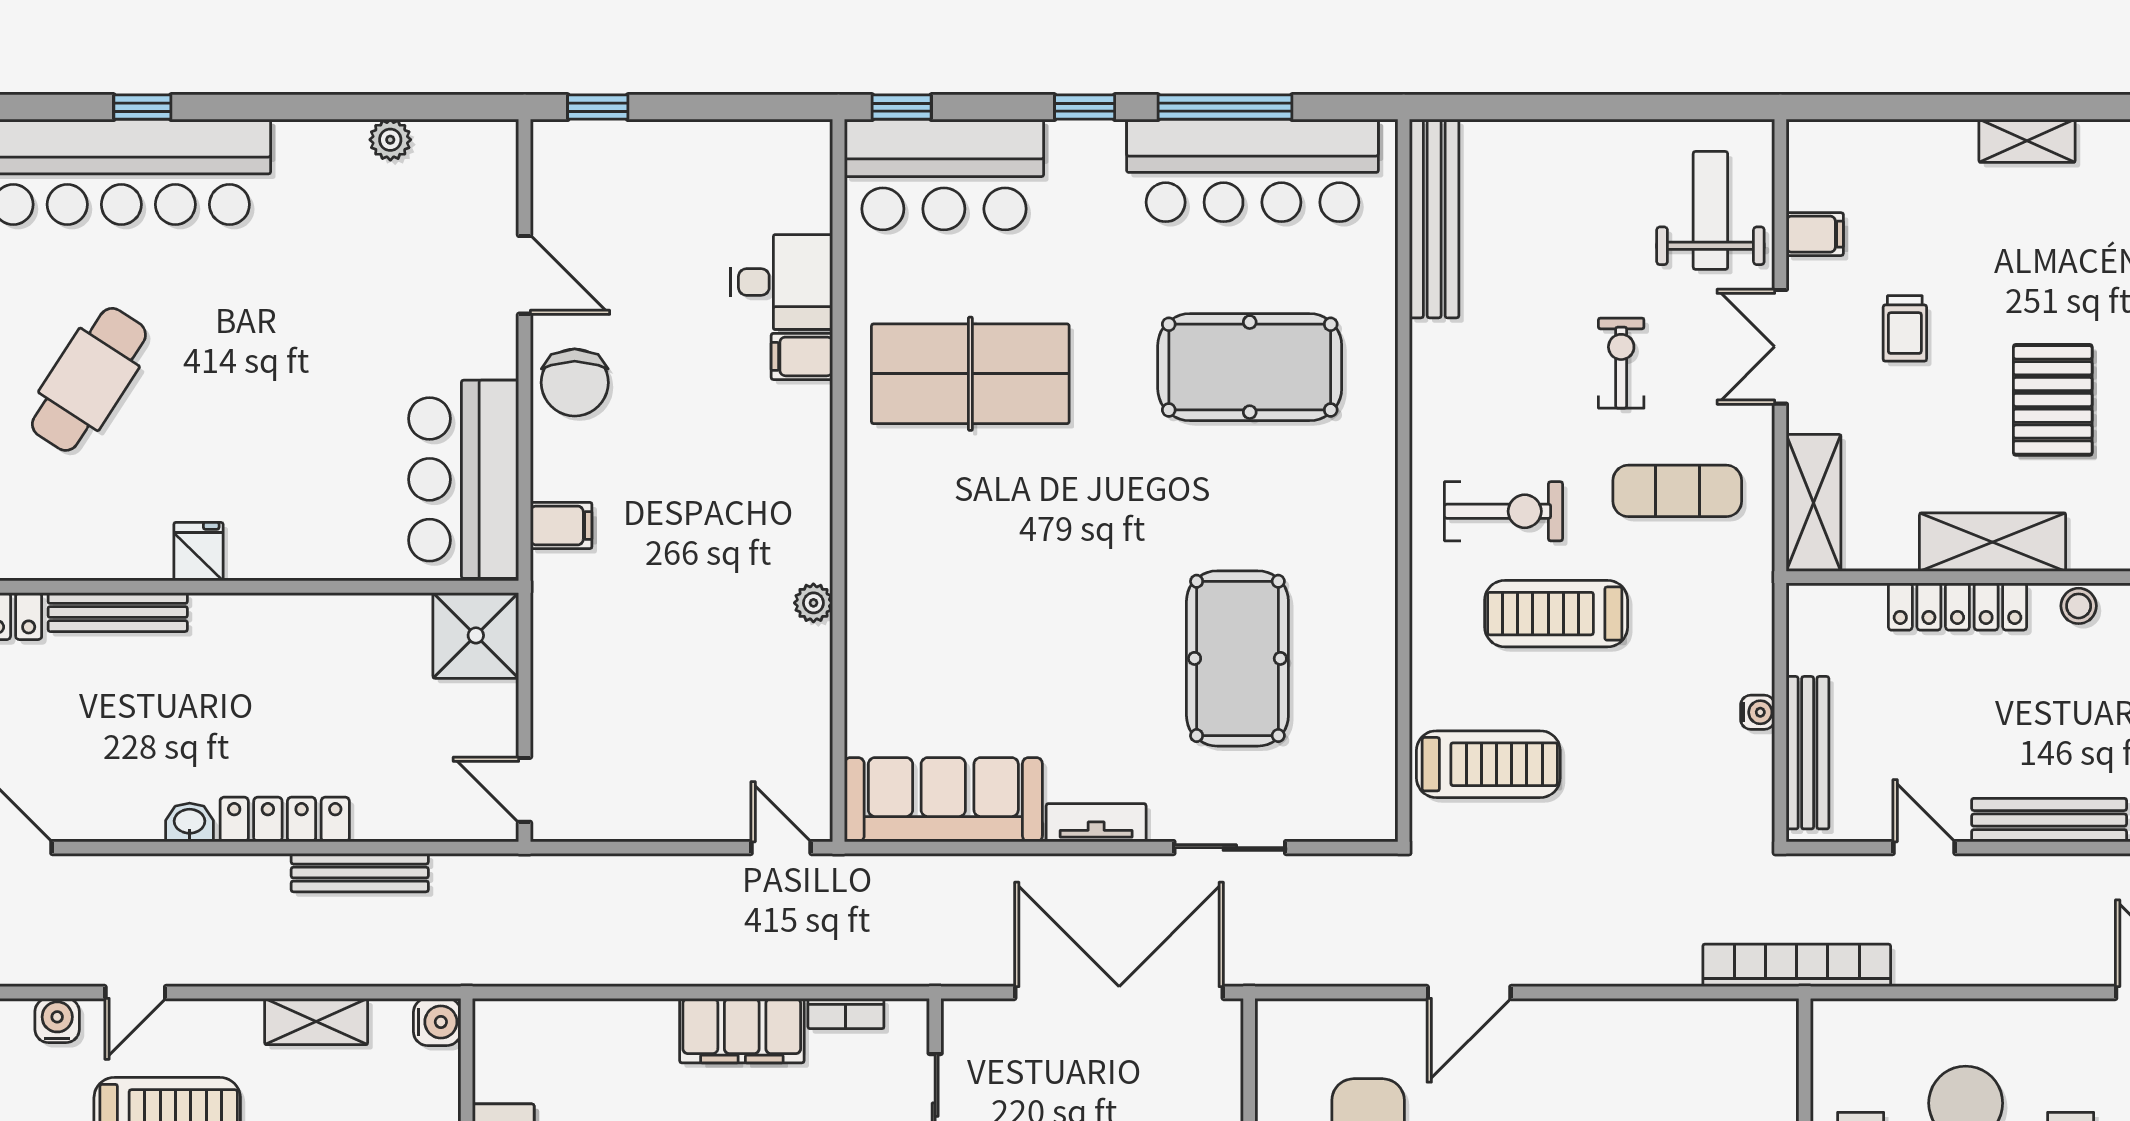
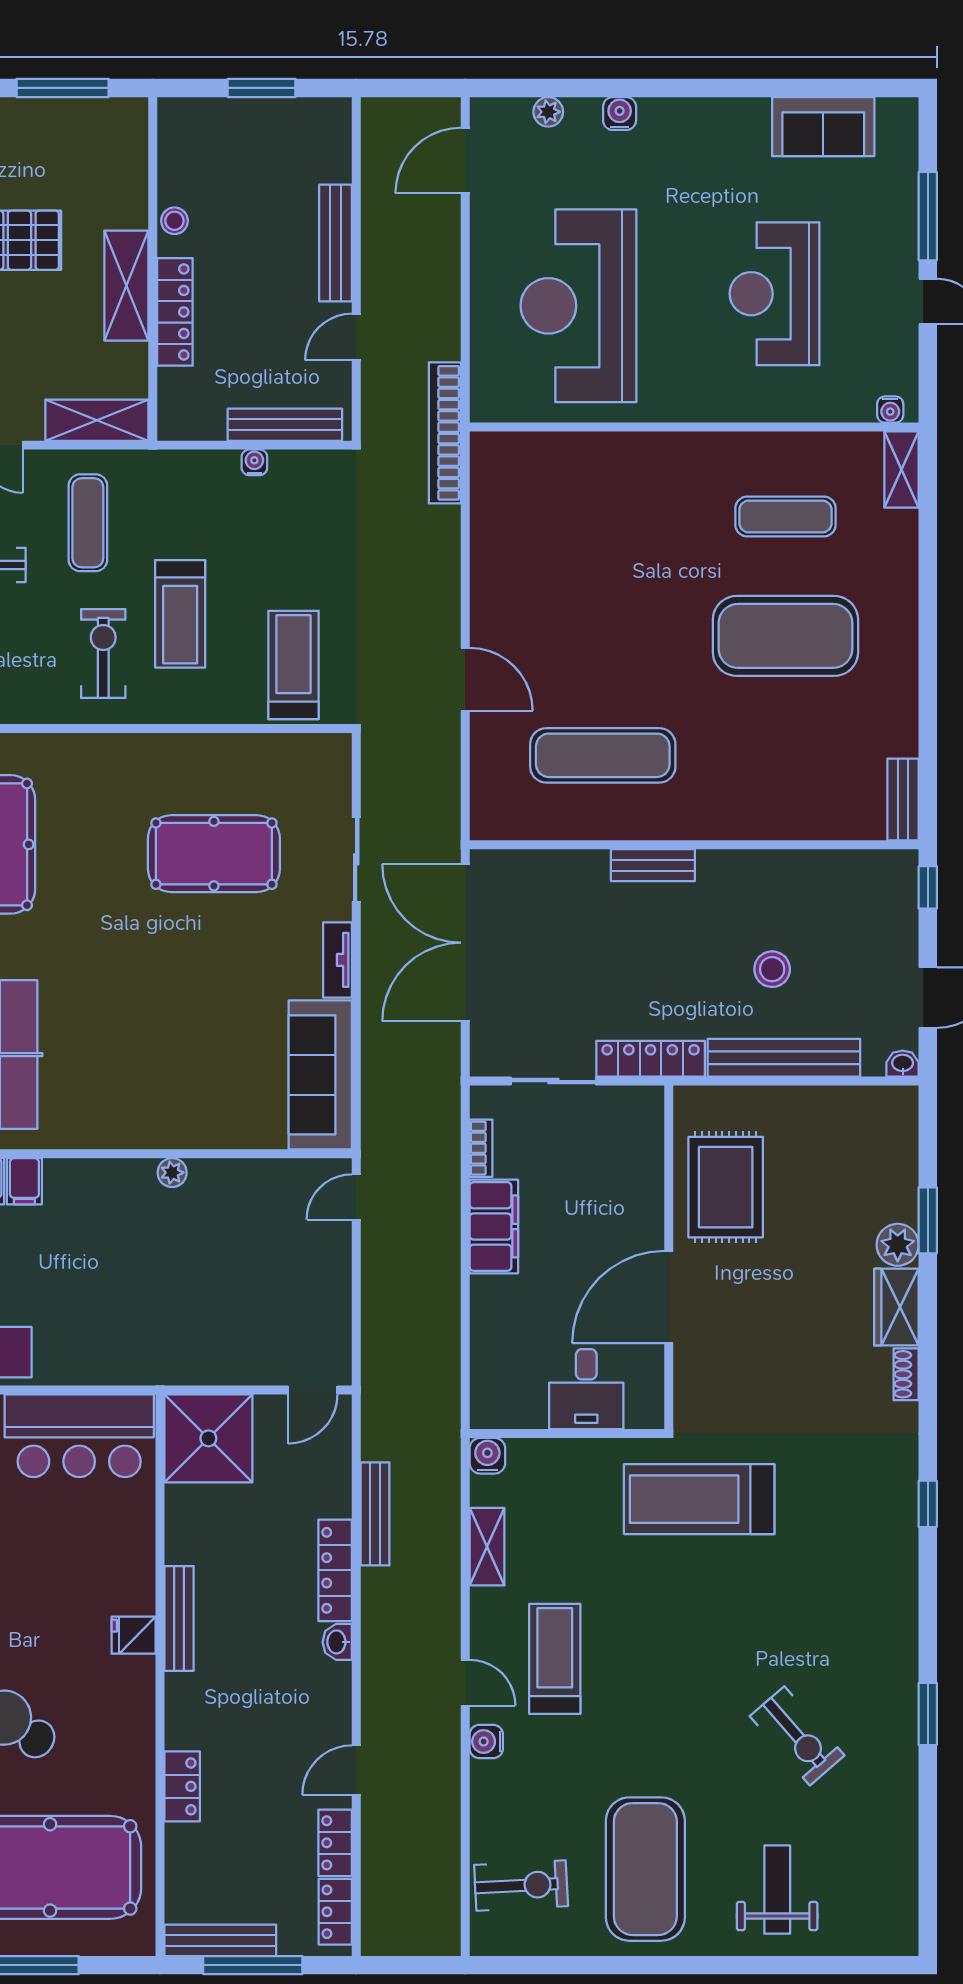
filing cabinet: (561, 525) -> (24, 1181), moved, turned 180
bench: (118, 612) -> (179, 1618), moved
shower: (476, 635) -> (208, 1438), width x1.37, depth x1.37

